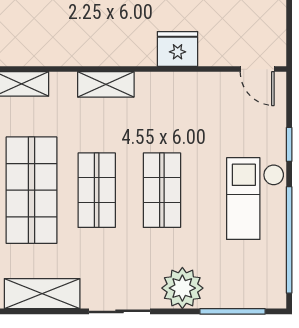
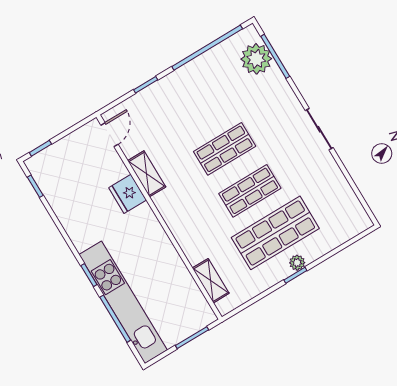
shelving: (106, 84) -> (147, 174), moved
checkout: (255, 199) -> (194, 86), removed
plant: (182, 288) -> (256, 59), moved
shelving: (42, 294) -> (338, 186), removed

